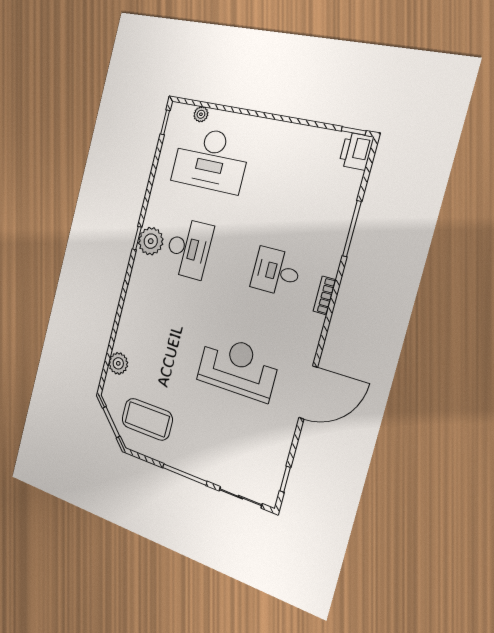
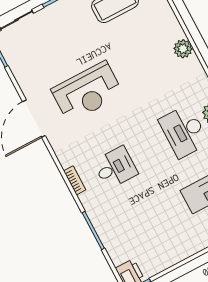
plant: (118, 363) -> (183, 49), moved

